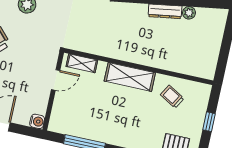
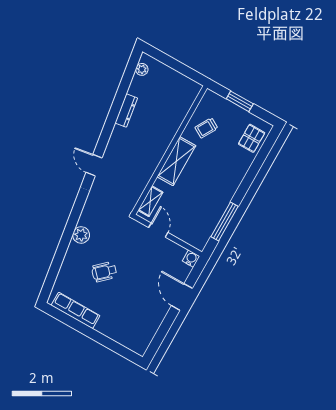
plant: (189, 13) -> (142, 69), moved
window: (209, 122) -> (240, 101), width x1.50

